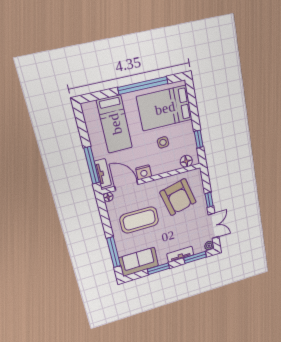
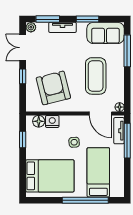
window: (143, 85) -> (85, 200), moved
side table: (163, 142) -> (74, 142), moved
nightstand: (144, 172) -> (52, 121), moved
coffee table: (139, 220) -> (96, 76), turned 90

